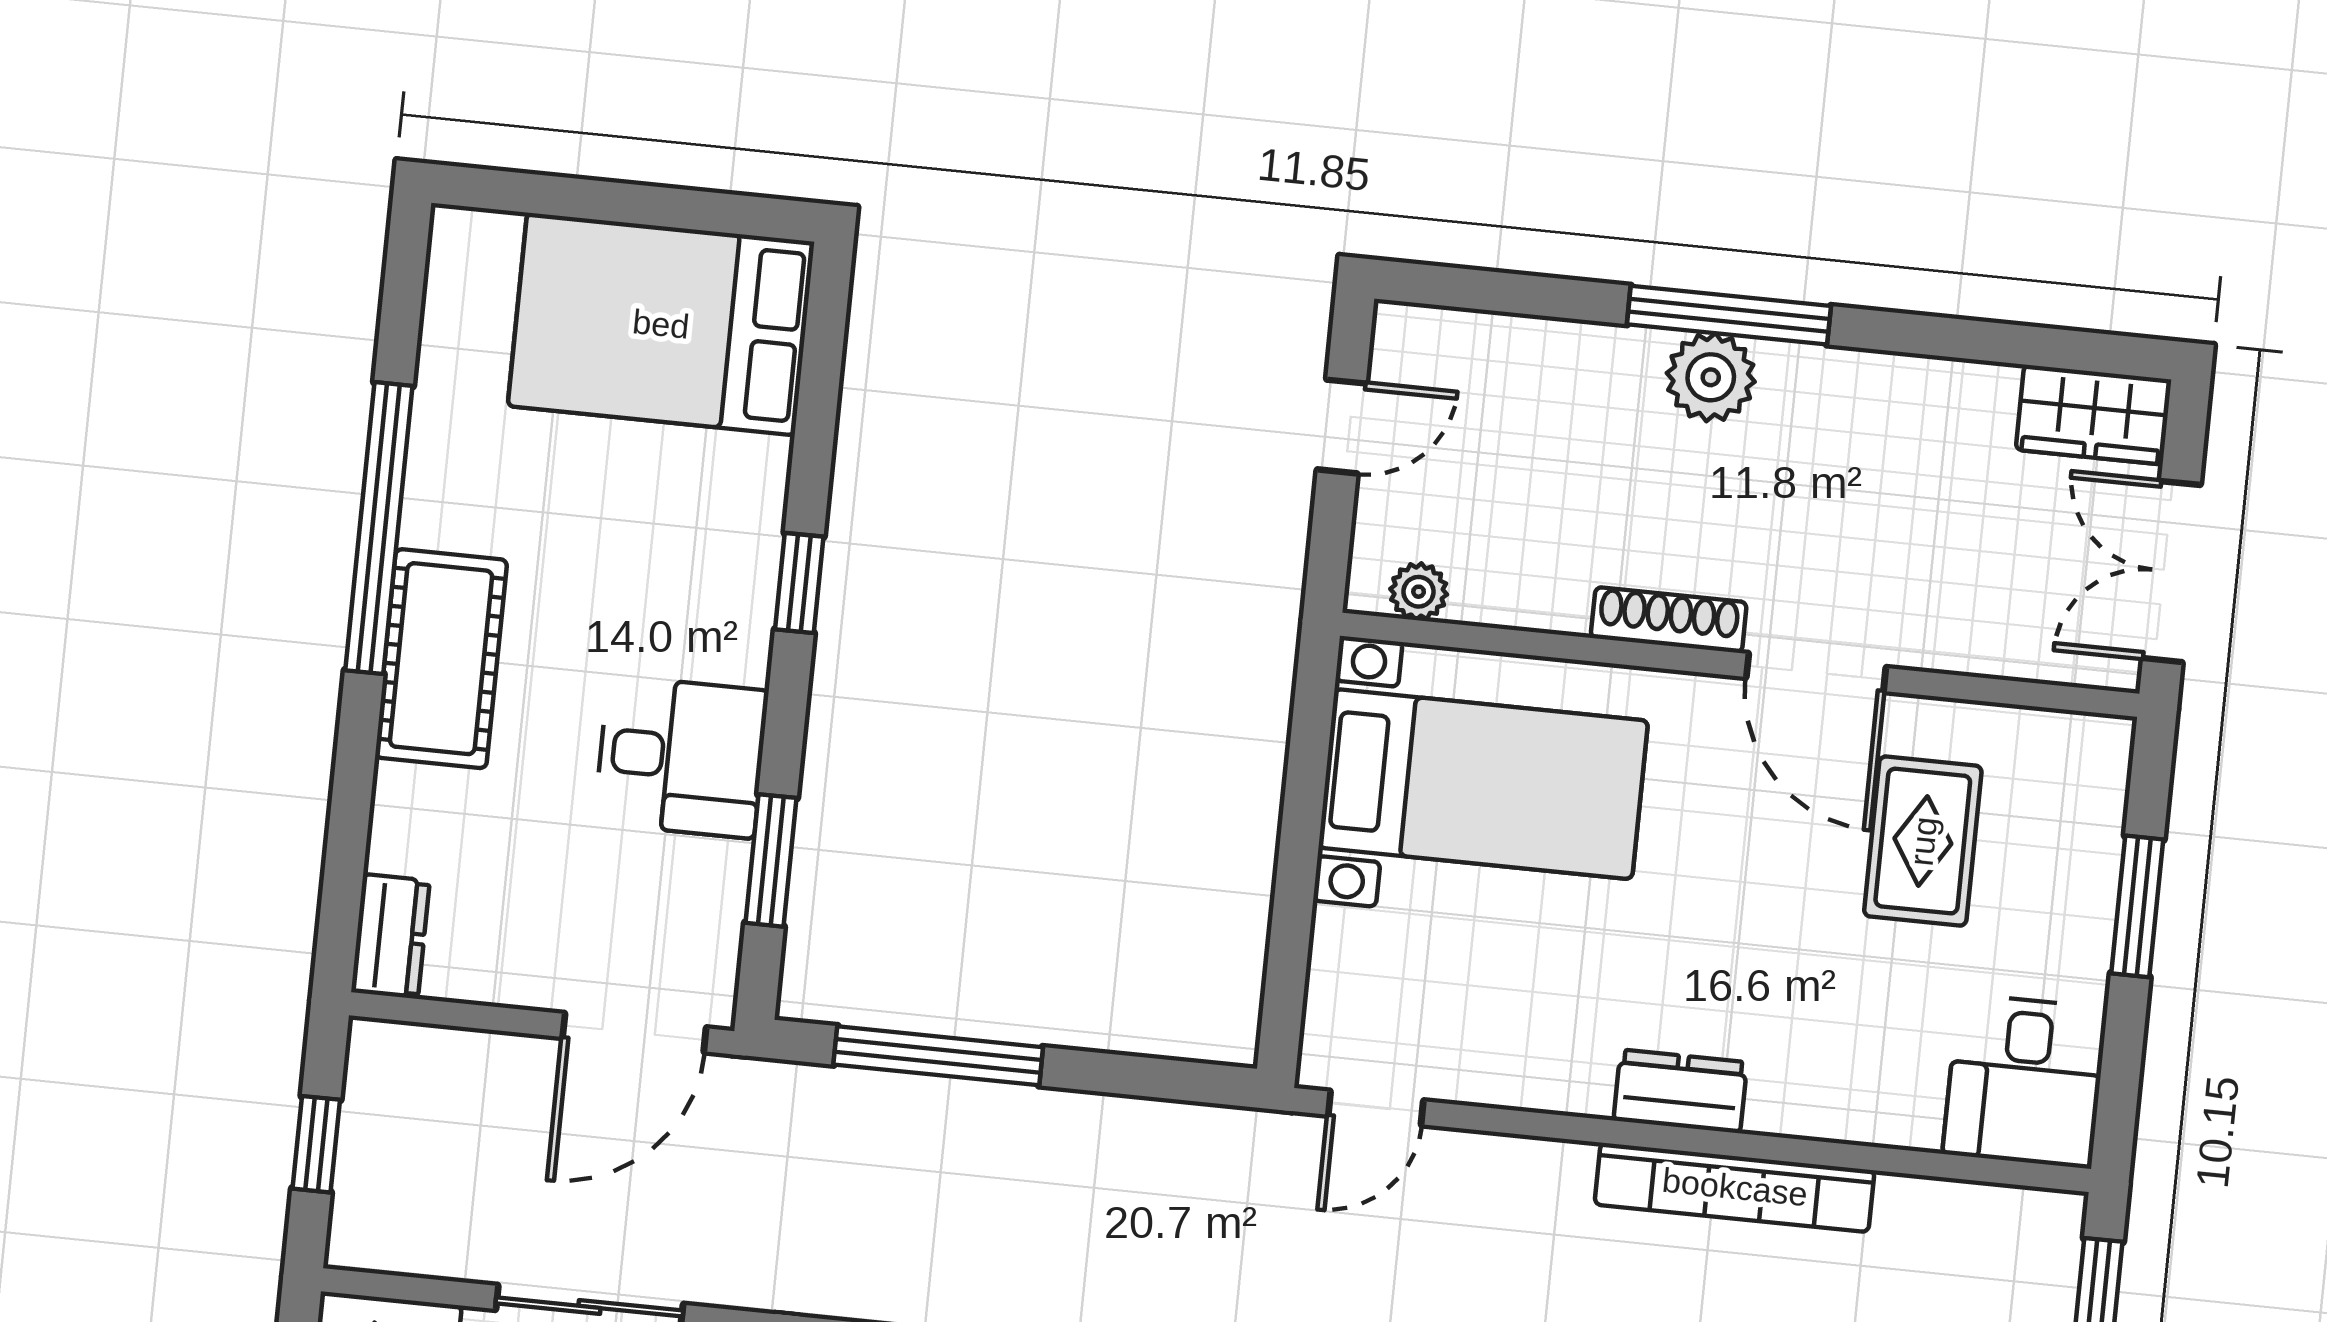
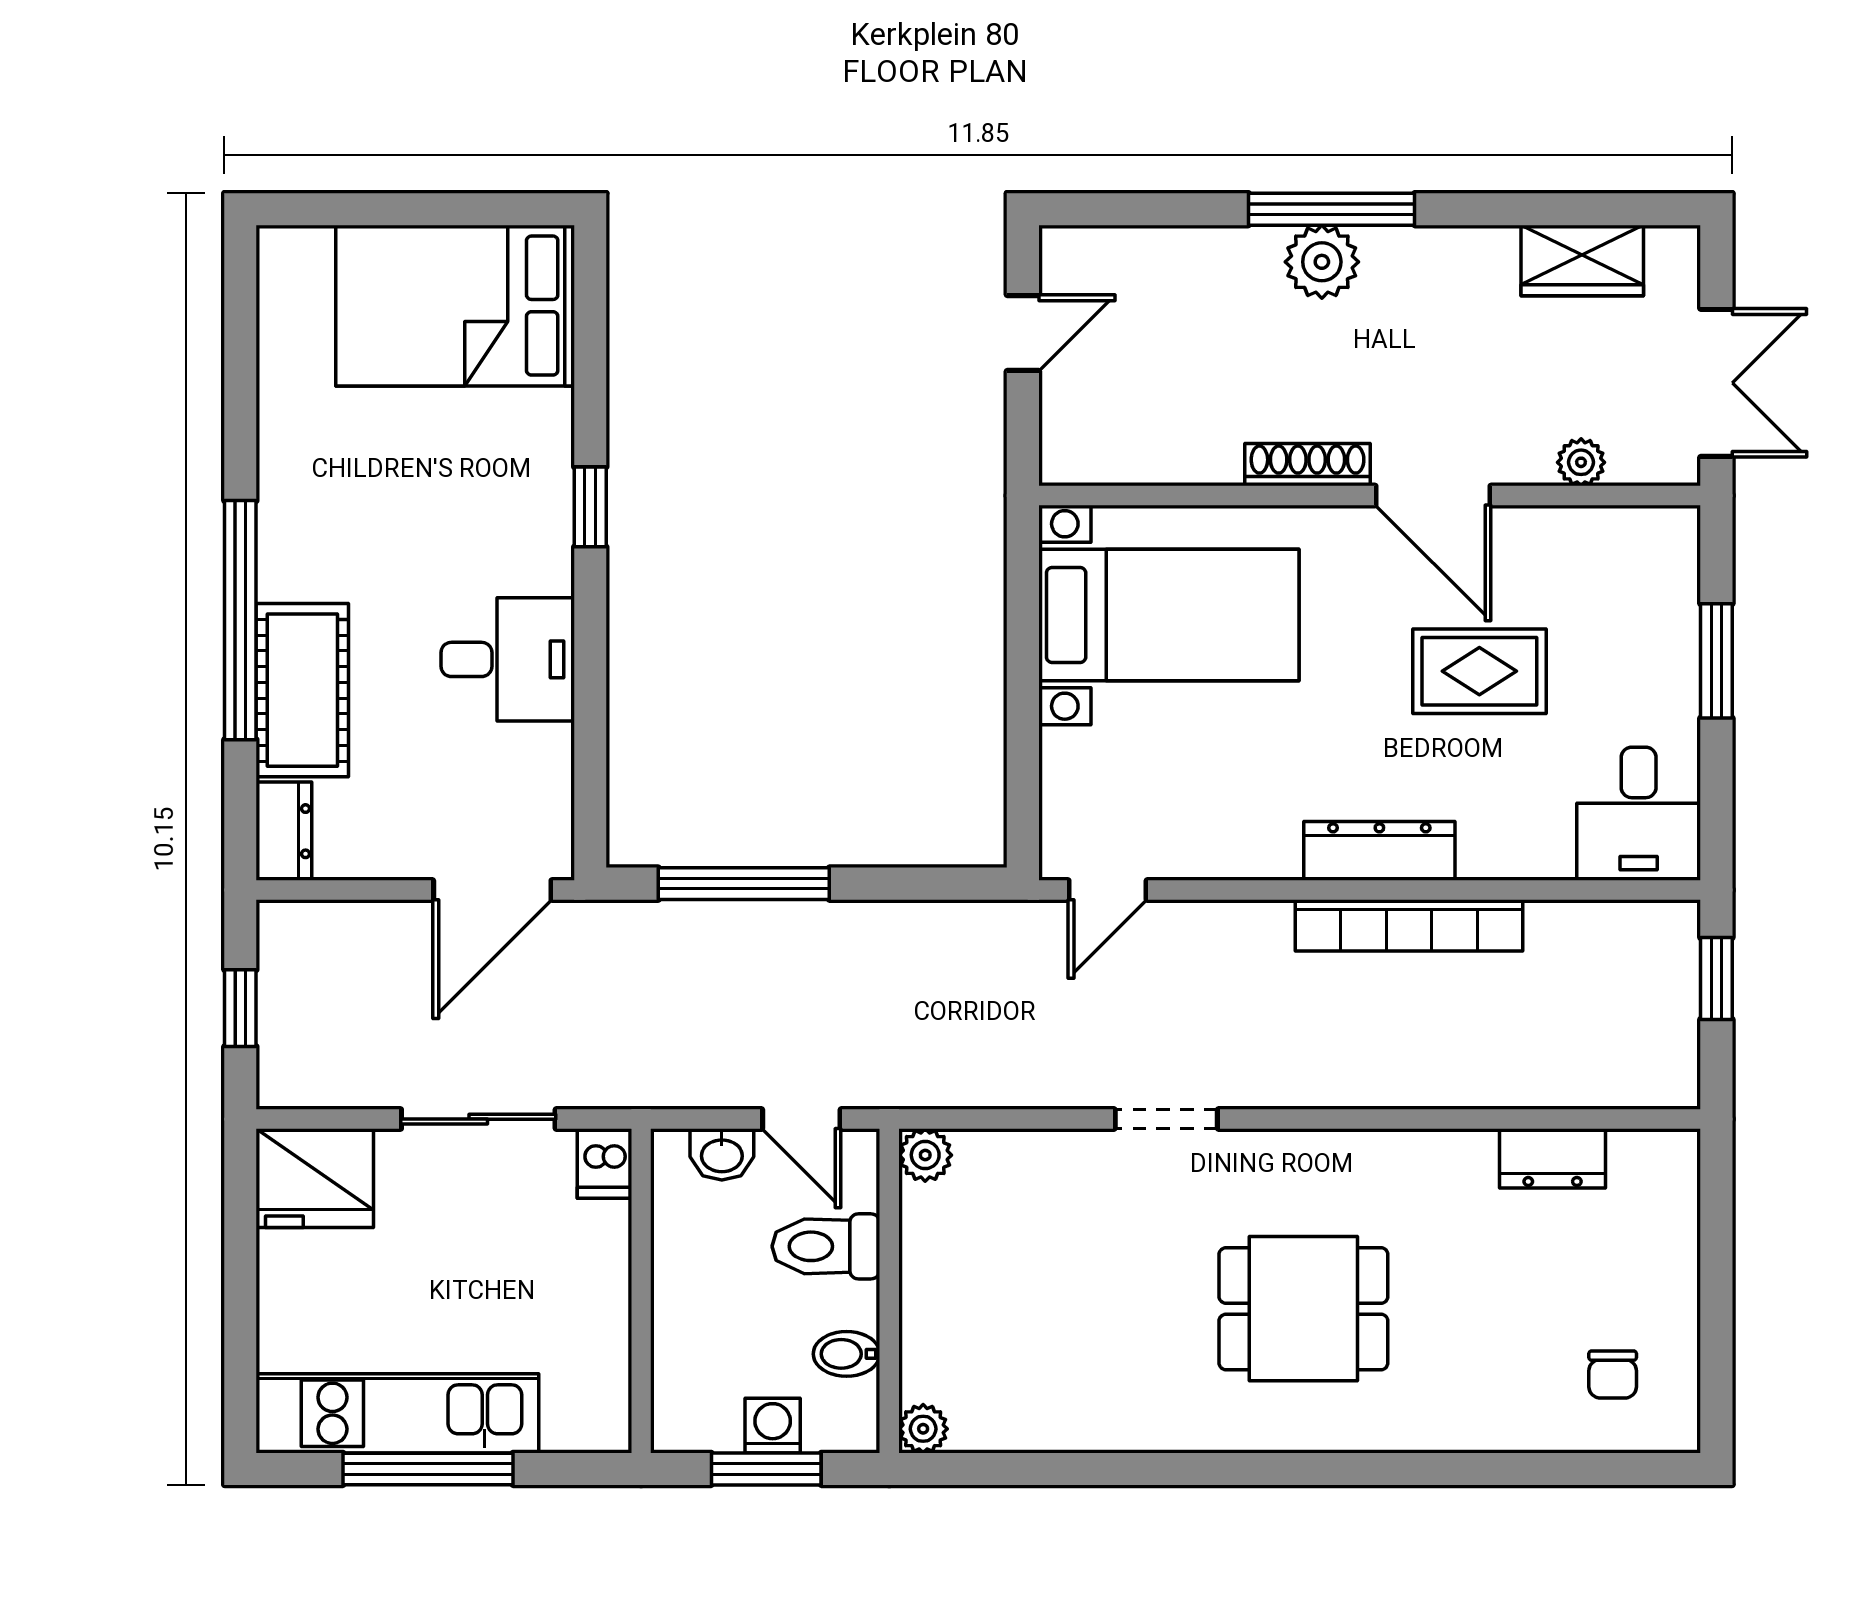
wardrobe: (2094, 415) -> (1582, 261), moved
window: (379, 528) -> (240, 620), moved
double door: (2171, 572) -> (1716, 383), swing flipped
plant: (1419, 592) -> (1581, 462), moved
cot: (441, 659) -> (302, 690), moved
rug: (1923, 841) -> (1479, 671), moved, turned 90
window: (771, 860) -> (590, 737), removed
dresser: (1680, 1091) -> (1379, 851), width x1.44

